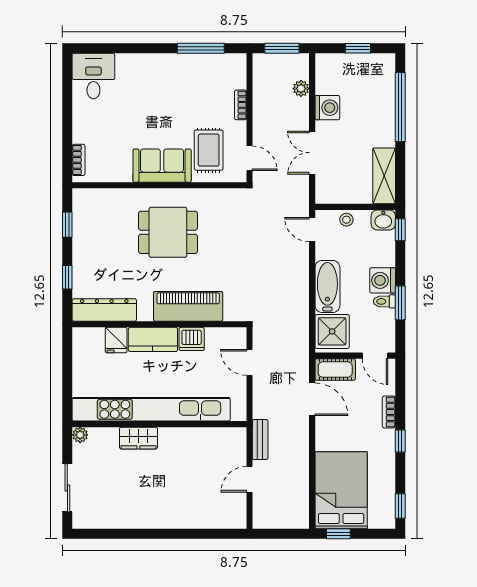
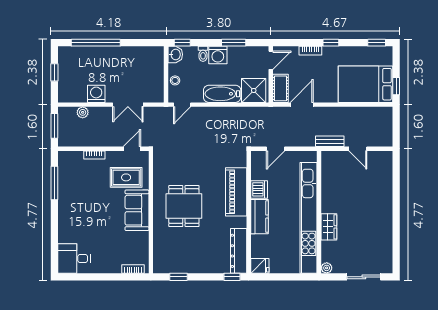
shelving: (384, 176) -> (144, 54), removed
window: (67, 277) -> (232, 277), moved
toilet: (384, 301) -> (203, 54), moved
fridge: (116, 340) -> (260, 266), moved

